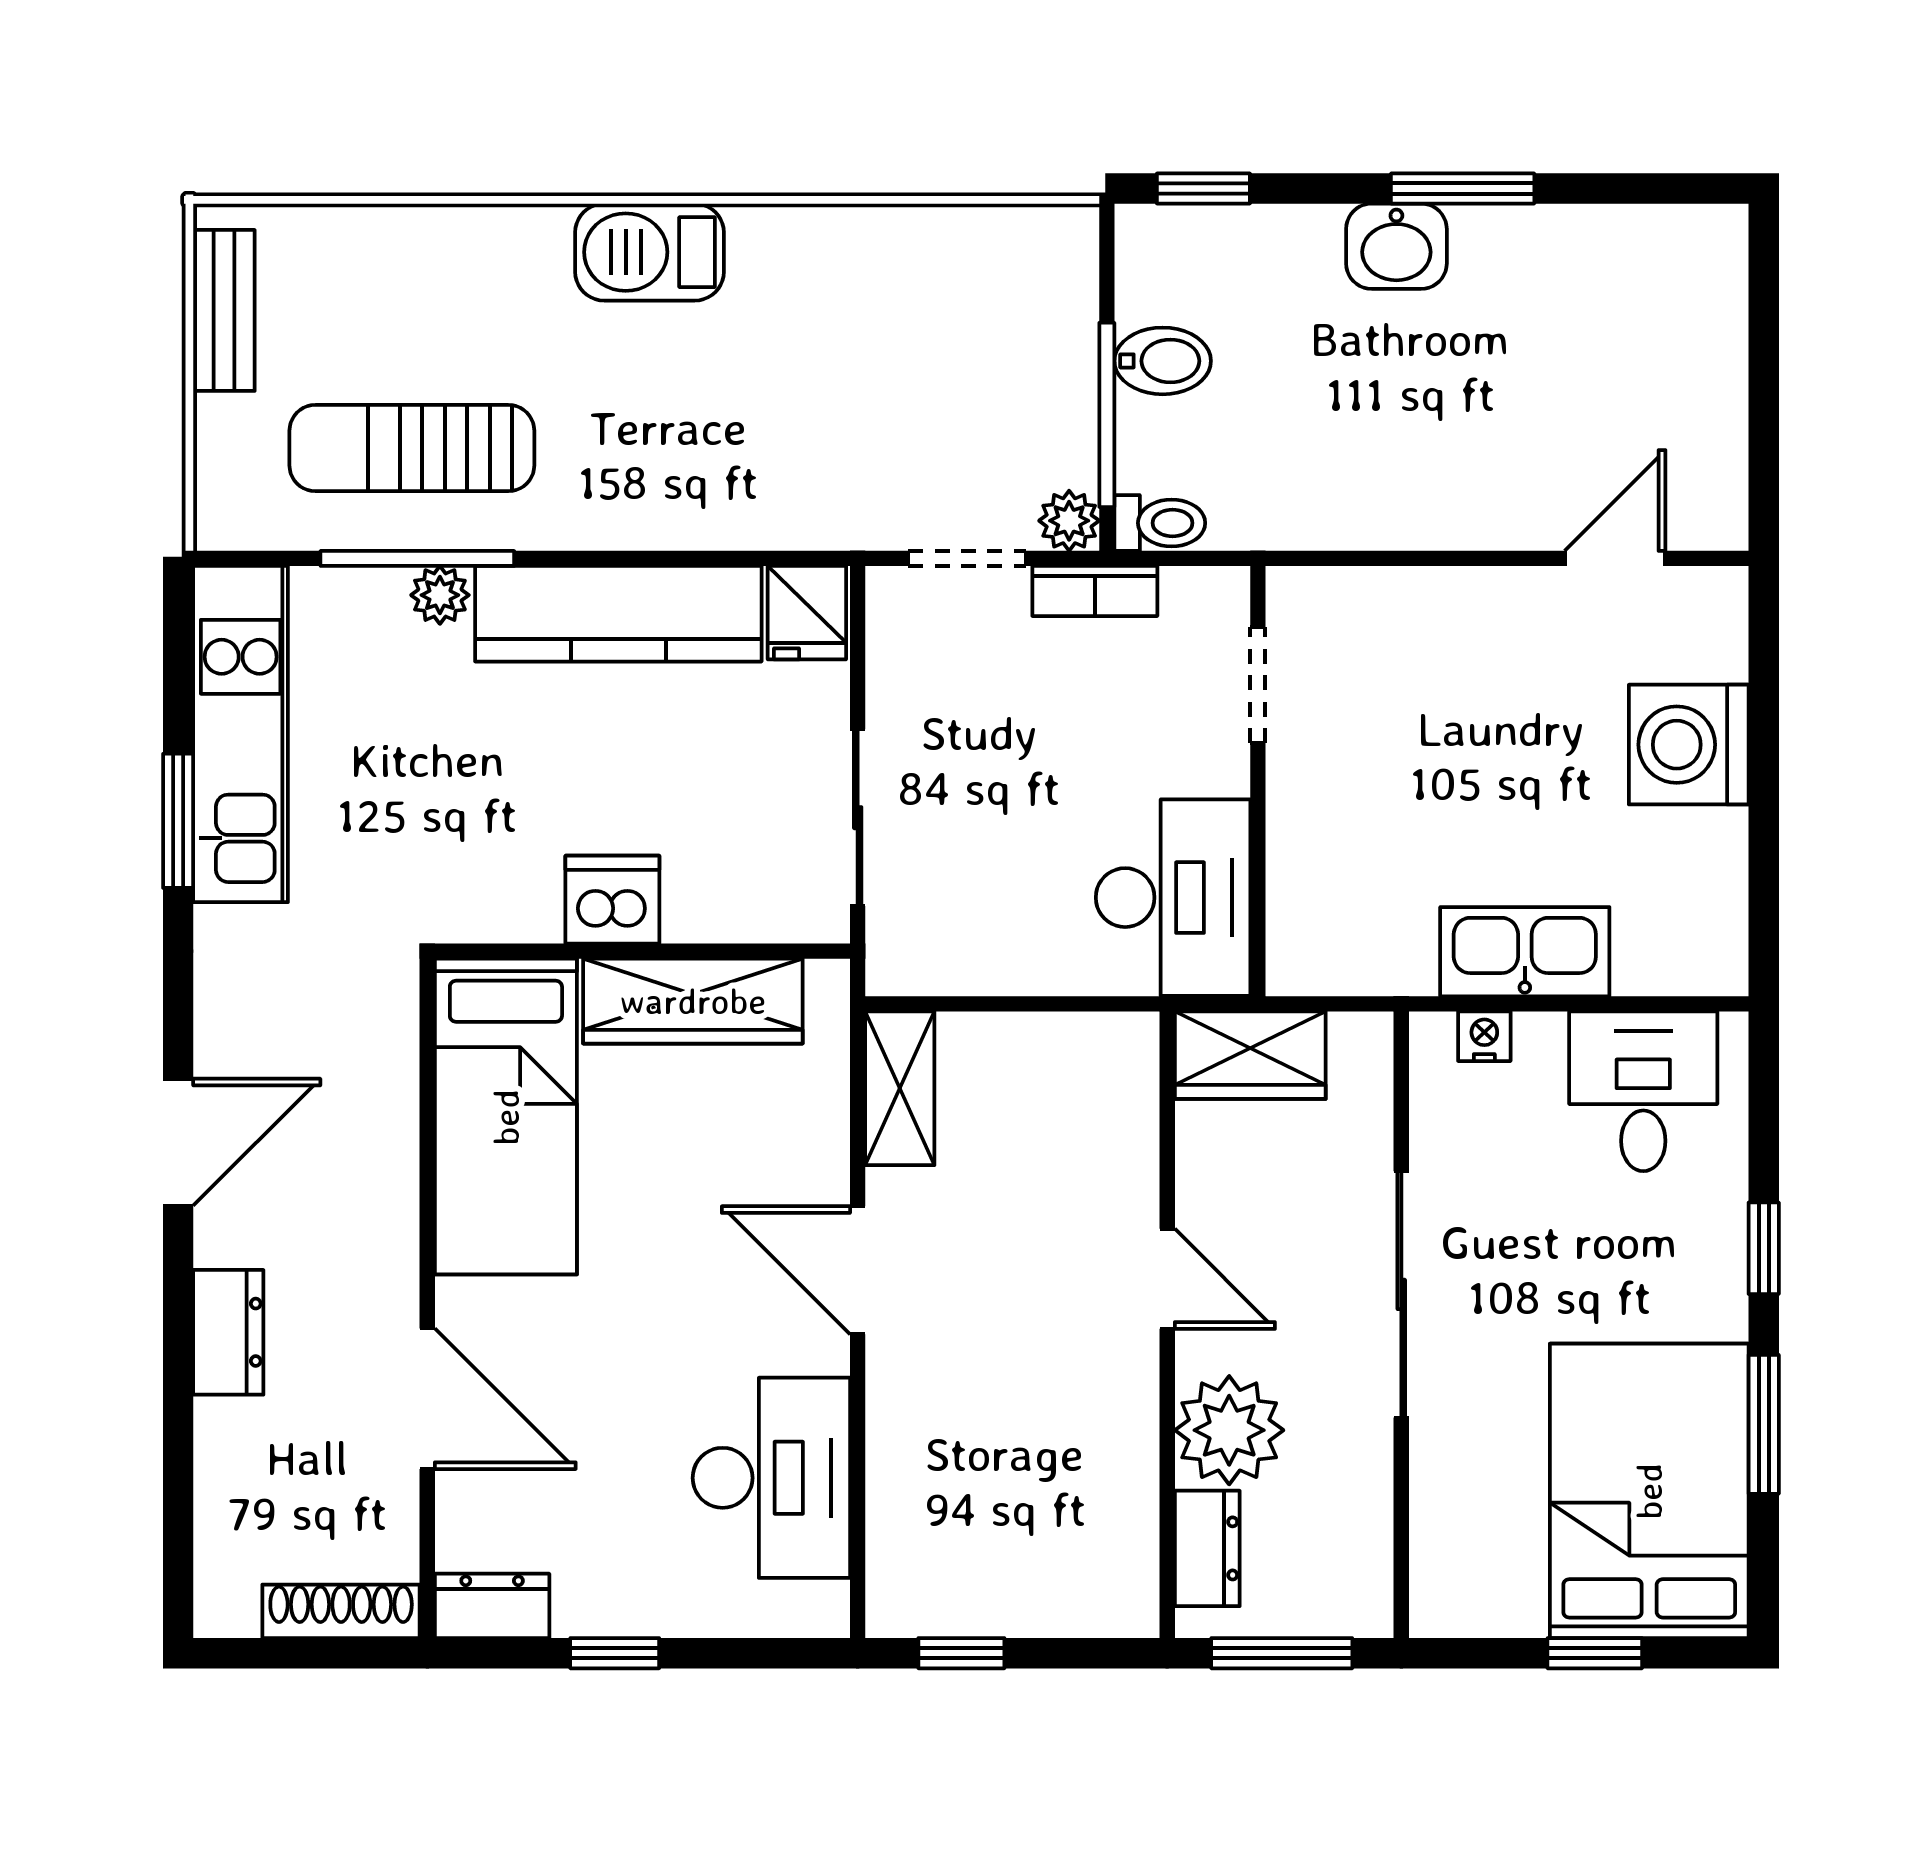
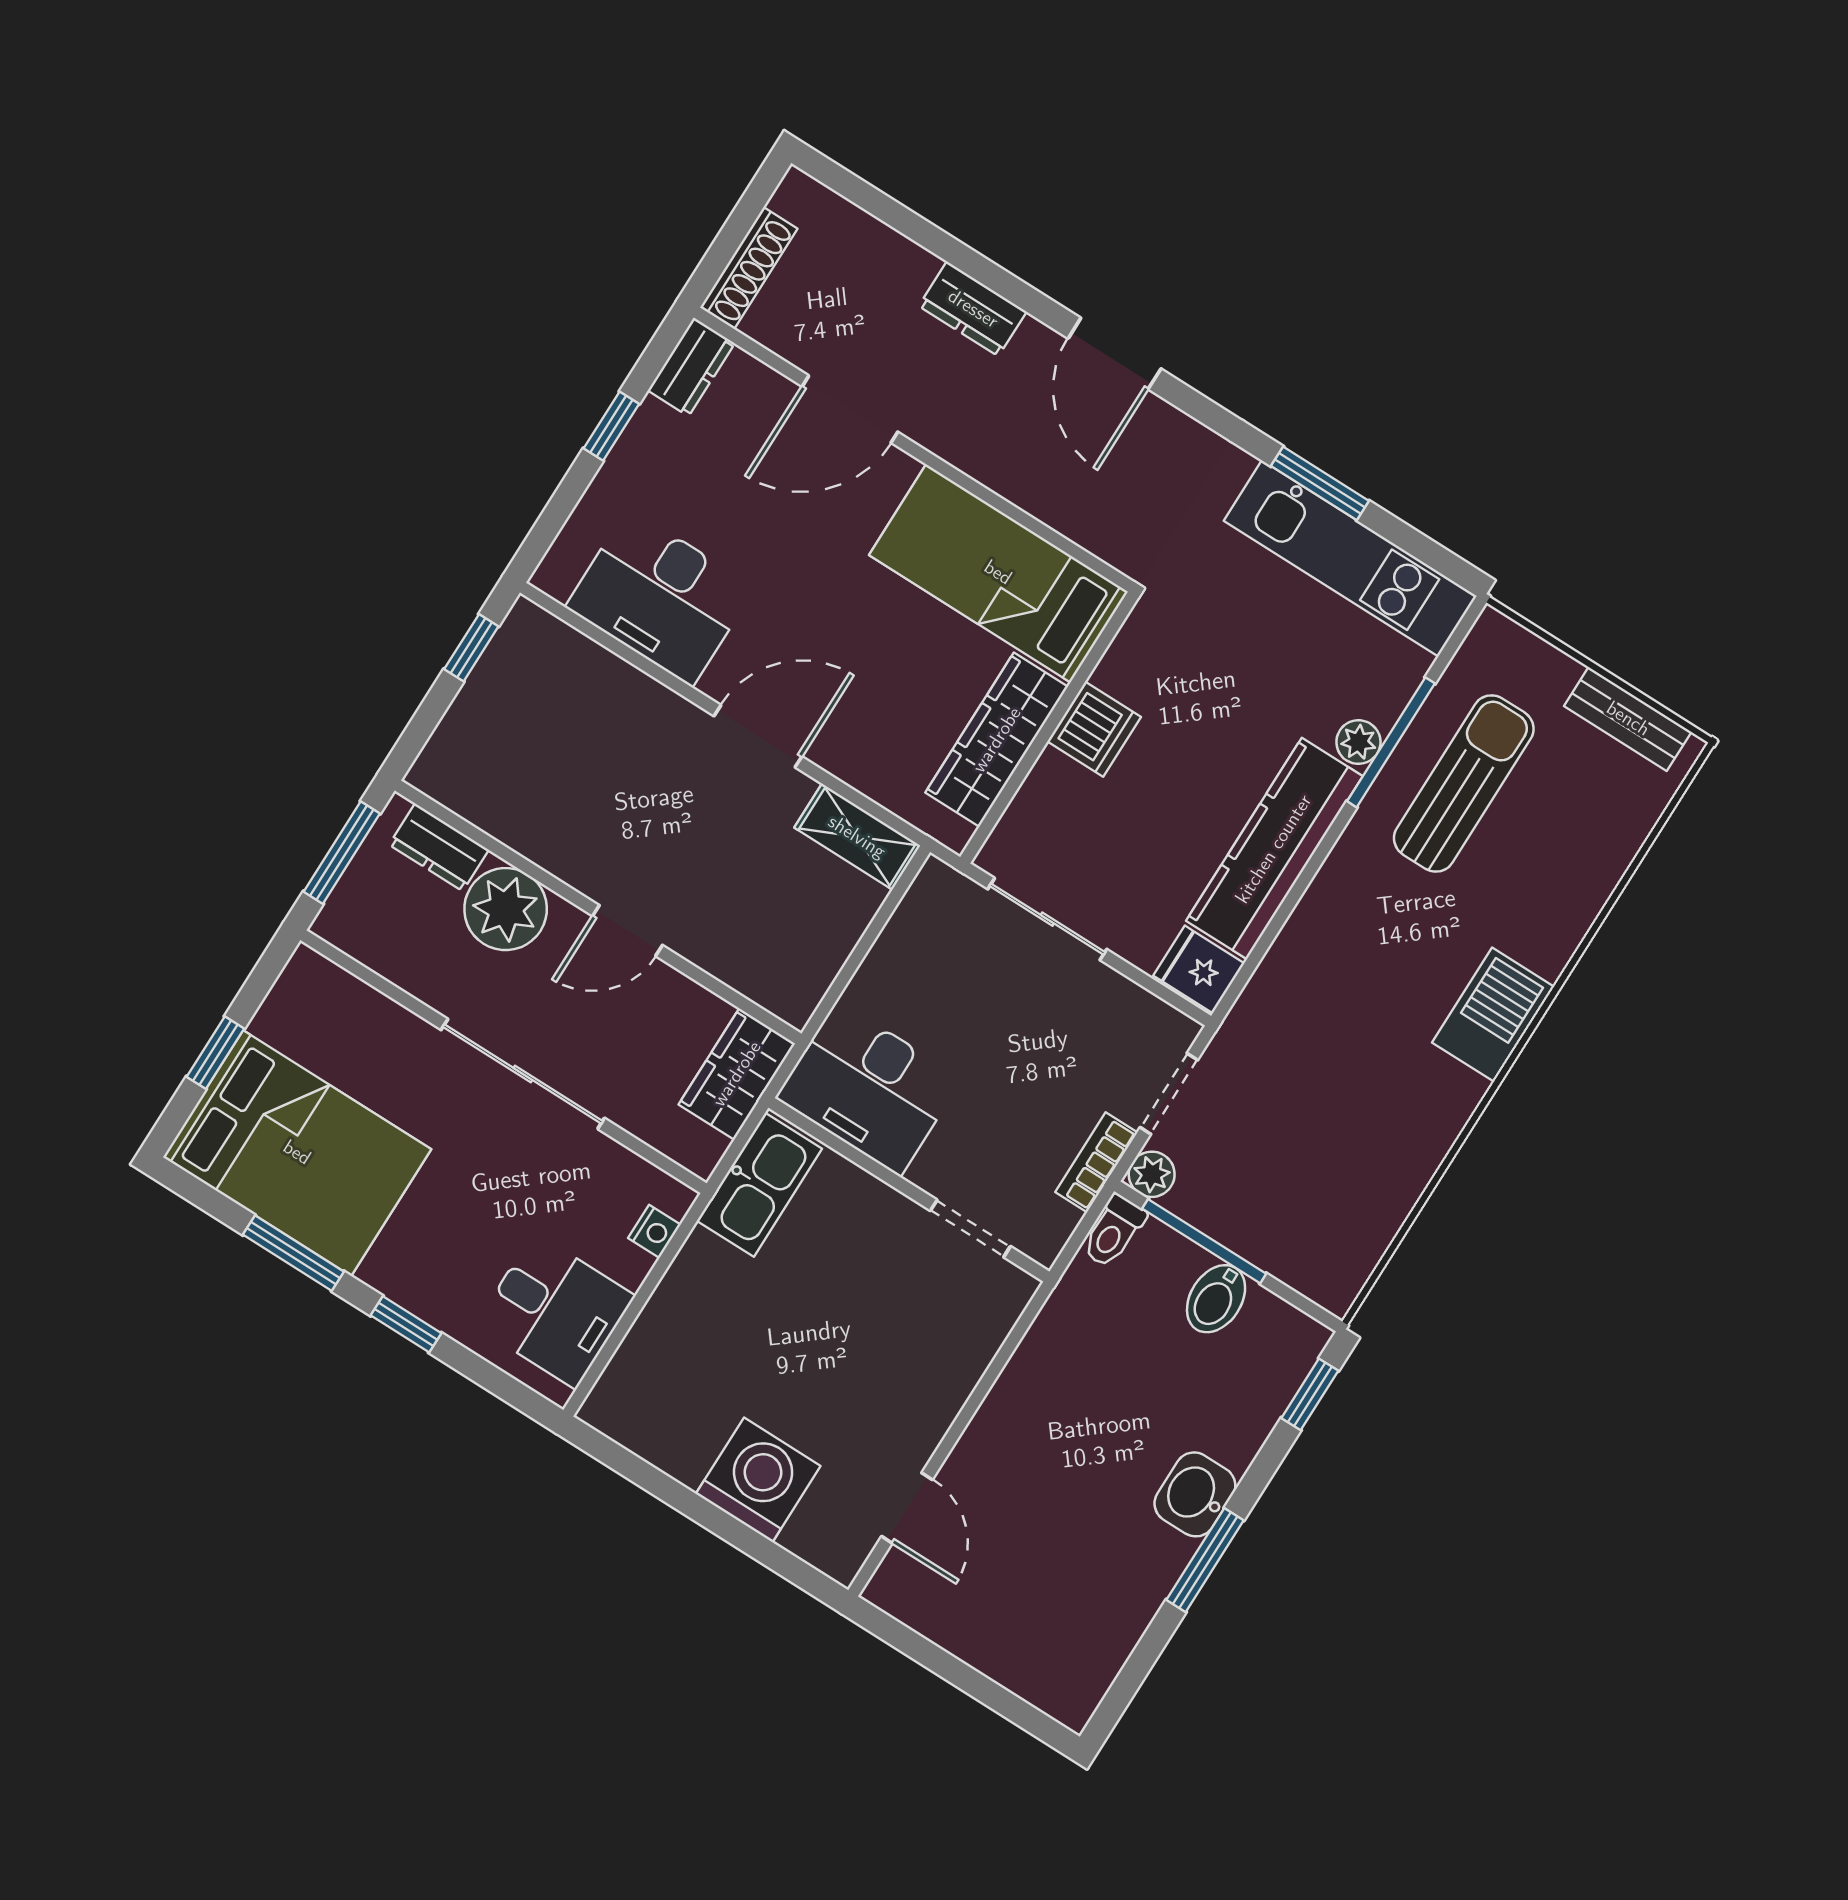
kitchen sink: (1525, 952) -> (759, 1185), moved

